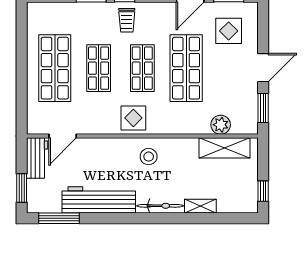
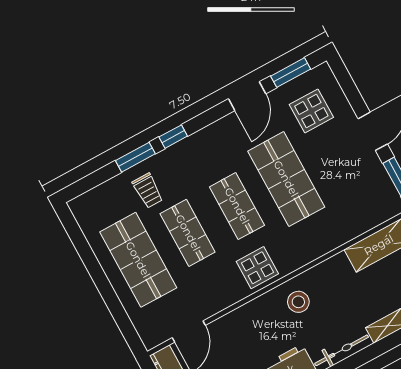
trolley: (127, 20) -> (148, 191), moved
plant: (221, 125) -> (360, 222), removed

